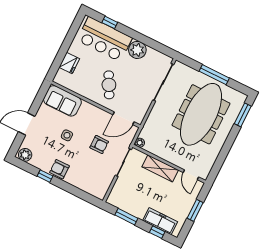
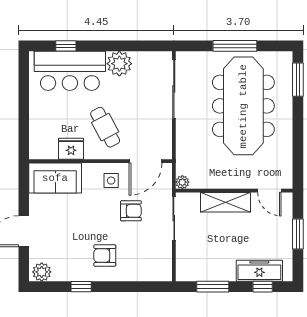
fridge: (69, 63) -> (71, 149), moved, turned -90
side table: (67, 135) -> (111, 181), moved
armchair: (59, 169) -> (105, 255), moved

